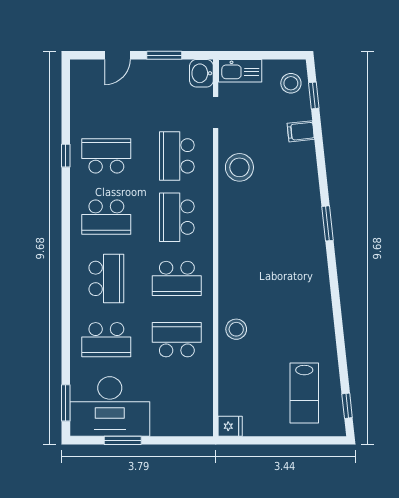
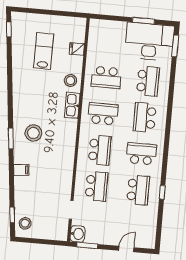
window: (164, 55) -> (87, 246), moved
kitchen sink: (240, 71) -> (72, 105), moved, turned -90
filing cabinet: (301, 131) -> (21, 170), moved
school desk: (106, 156) -> (138, 190), turned -90
stool: (239, 167) -> (33, 133), moved
school desk: (106, 340) -> (148, 81), turned 90
lab bench: (304, 393) -> (44, 51), moved
fridge: (230, 426) -> (77, 49), moved

